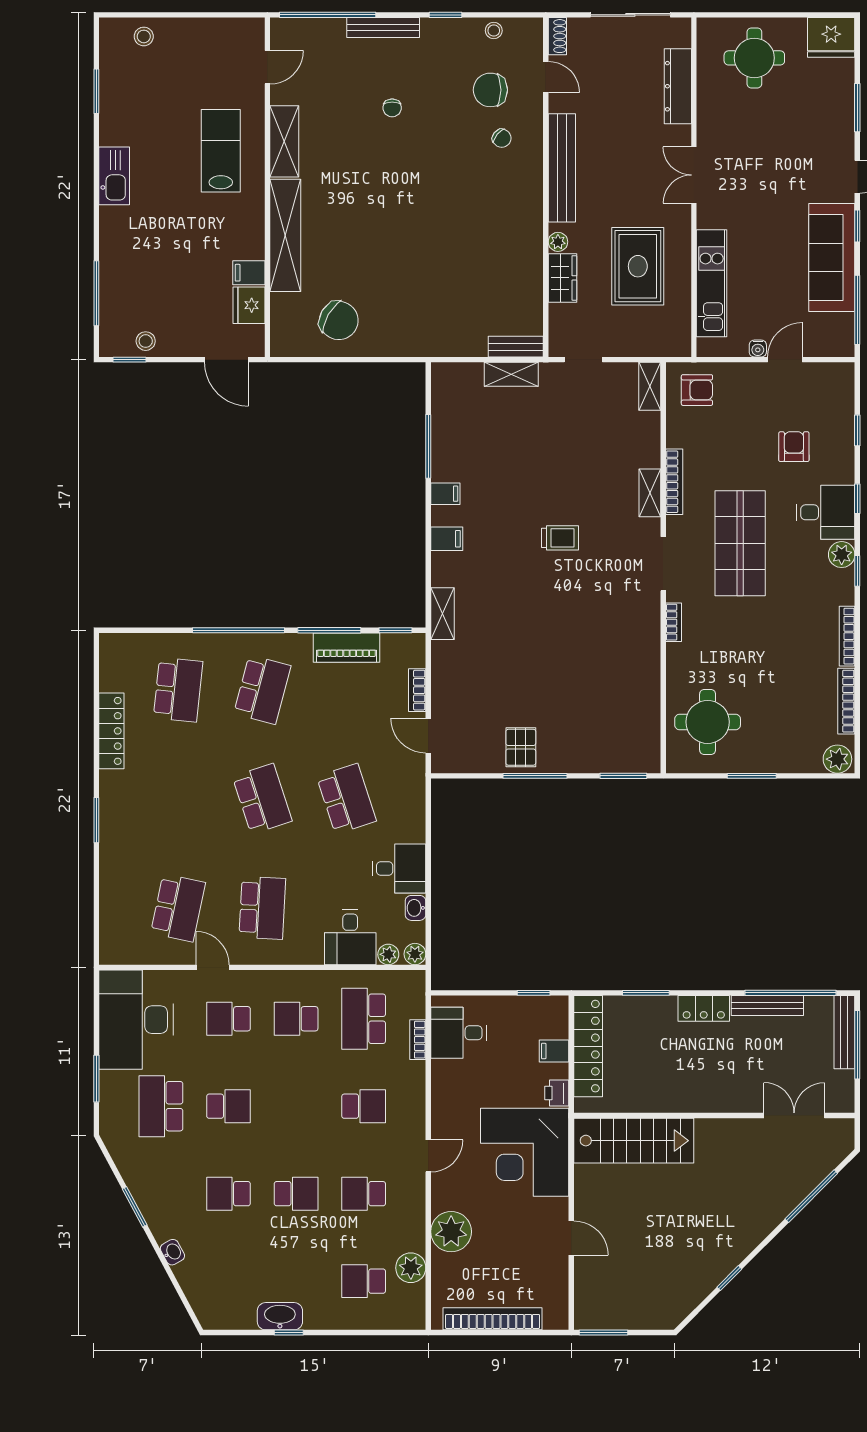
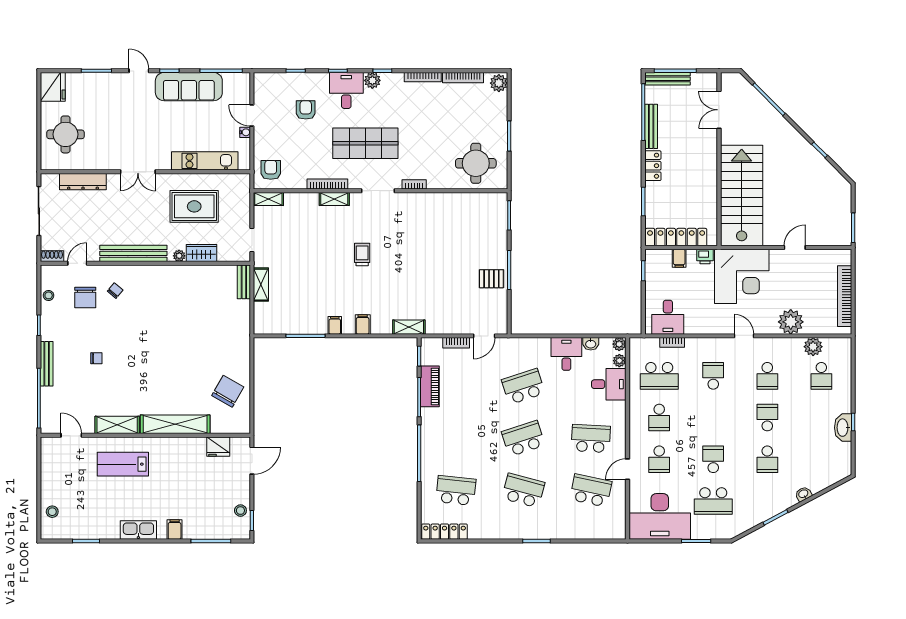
filing cabinet: (249, 273) -> (175, 530), moved, turned 180
armchair: (794, 447) -> (306, 110), turned 90
school desk: (262, 690) -> (523, 490), moved
locker: (111, 731) -> (445, 532), moved
stairs: (634, 1141) -> (742, 196), width x1.36, depth x1.51

